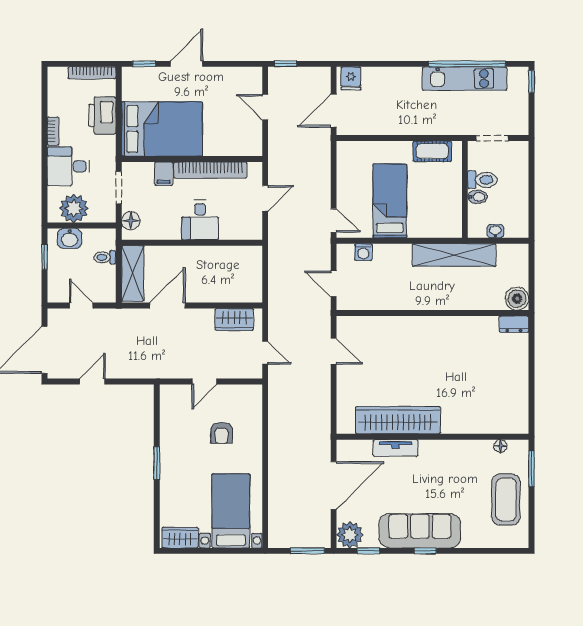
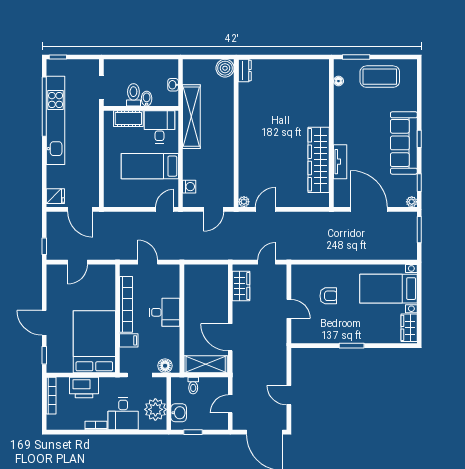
kitchen unit: (465, 79) -> (56, 120), width x1.36
cot: (432, 151) -> (128, 119), moved, turned 90
desk: (441, 214) -> (160, 127), added
plant: (344, 323) -> (244, 202), added
plant: (350, 535) -> (412, 202), width x0.53, depth x0.53

